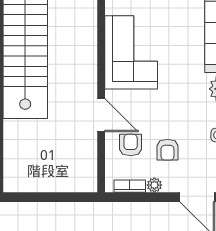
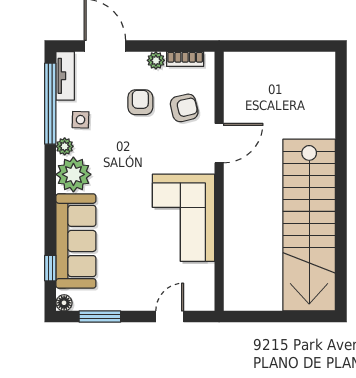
door: (101, 115) -> (219, 143), swing flipped
armchair: (131, 145) -> (184, 108), turned -103

